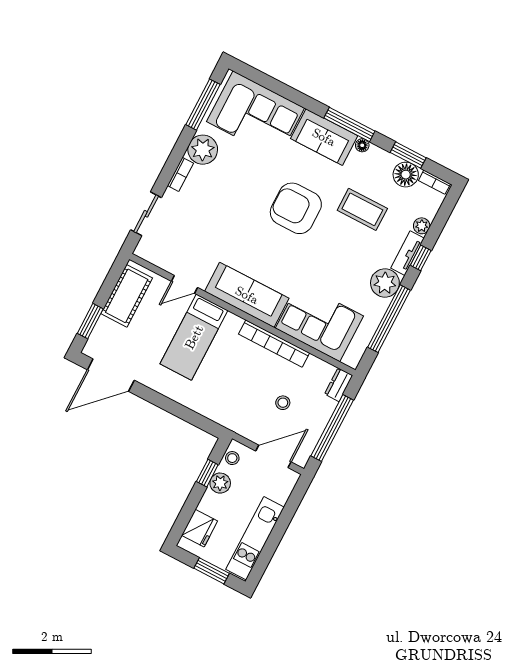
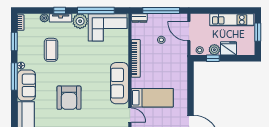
floor lamp: (406, 175) -> (24, 38), removed
armchair: (296, 208) -> (69, 98), moved
corner sofa: (319, 322) -> (108, 27), moved, turned -90
fridge: (200, 528) -> (228, 48), moved

